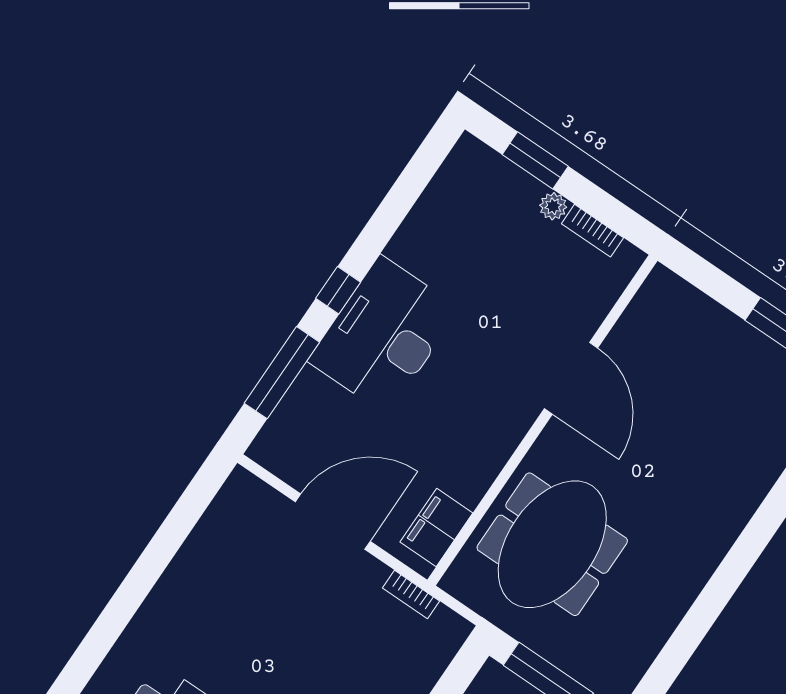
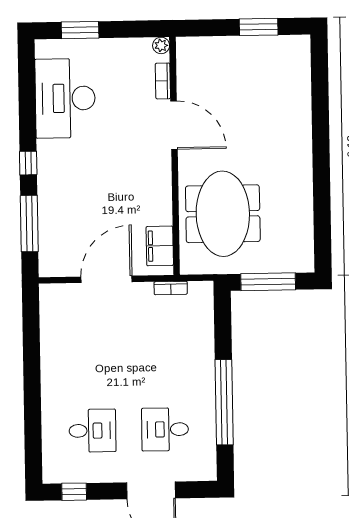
plant: (553, 206) -> (161, 45), moved
bookcase: (593, 231) -> (163, 81), moved, turned 90
desk: (384, 335) -> (65, 98), moved

